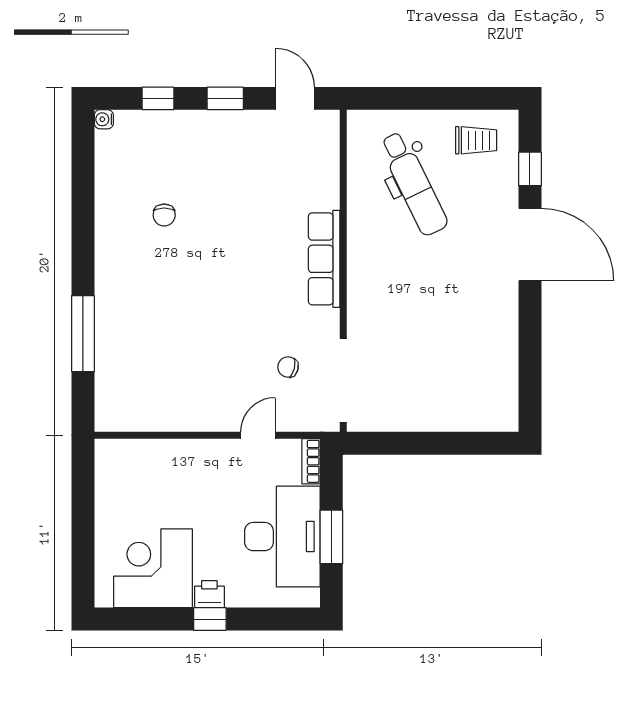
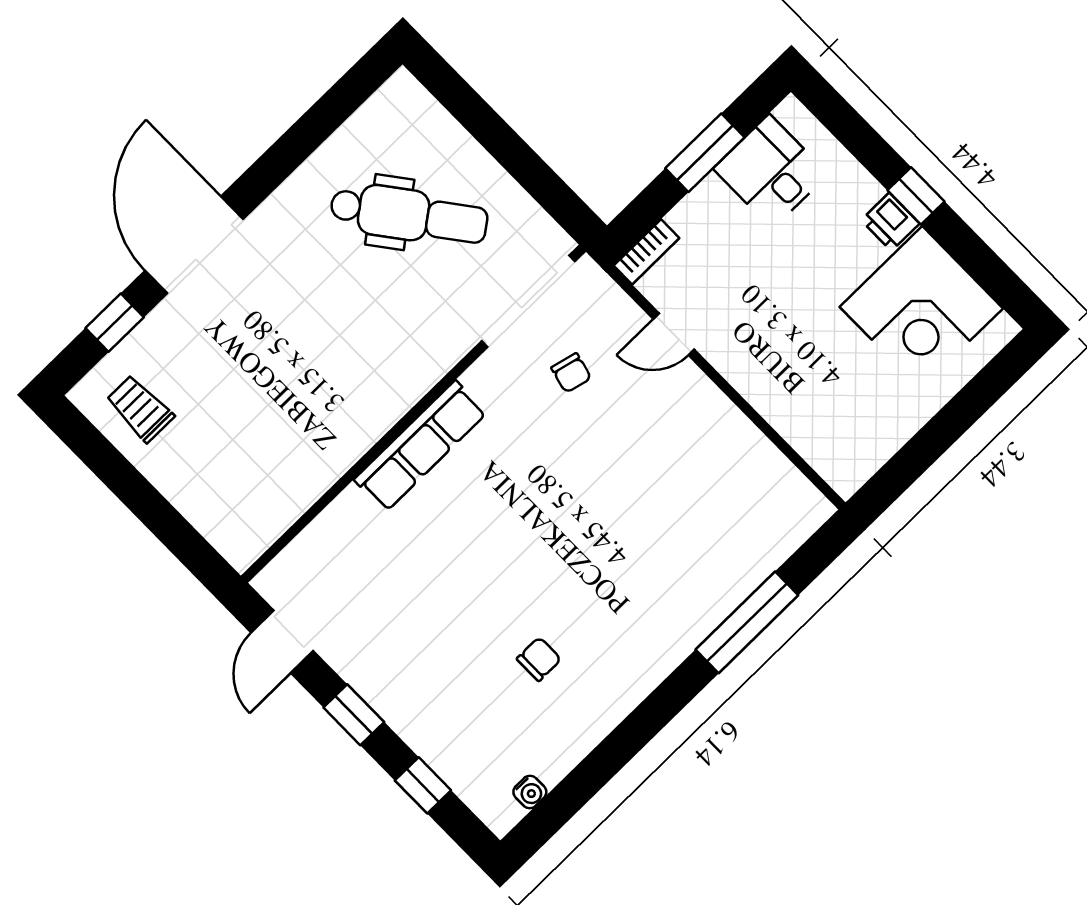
water cooler: (104, 119) -> (530, 792), moved
dental chair: (414, 184) -> (409, 215), moved, turned 79
desk: (282, 537) -> (771, 171), width x0.53, depth x0.77

